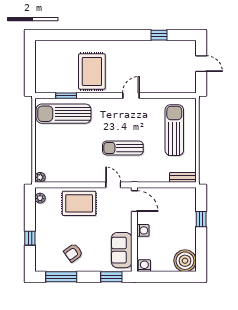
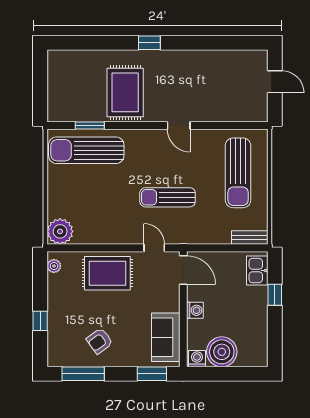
window: (159, 35) -> (149, 43), moved
door: (131, 96) -> (179, 125), swing flipped
sun lounger: (174, 130) -> (238, 173), turned 180
plant: (40, 177) -> (60, 231), width x1.87, depth x1.87
kitchen sink: (188, 201) -> (257, 270), added
boiler: (185, 261) -> (222, 352), moved

